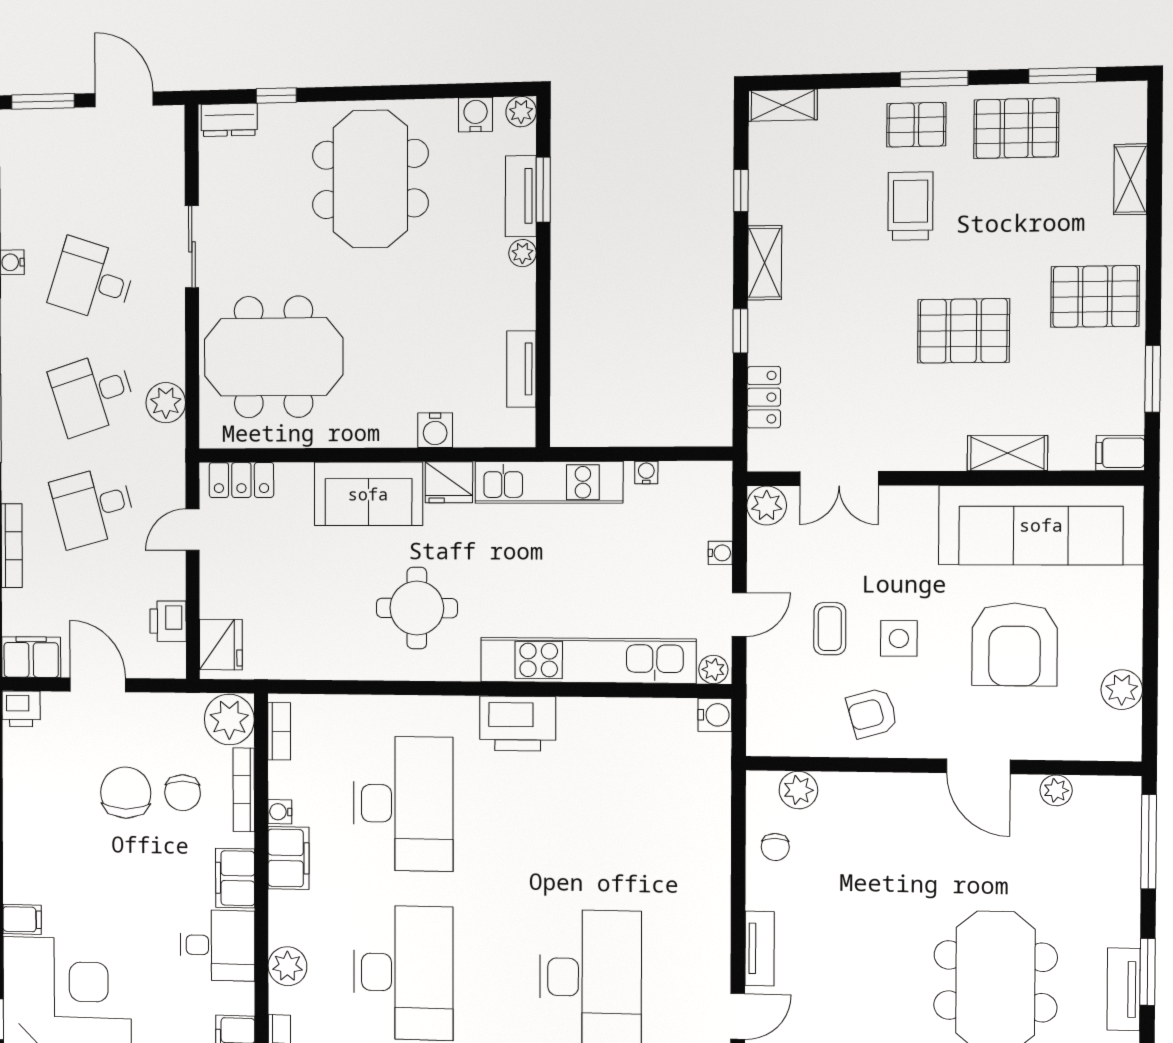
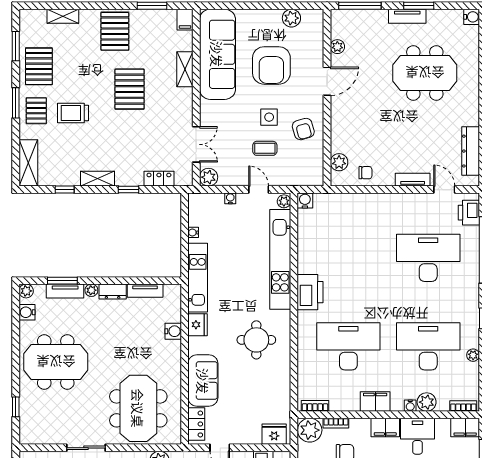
shelving: (783, 105) -> (28, 163), width x1.50, depth x1.33
dresser: (229, 120) -> (113, 291), moved, turned 90
sofa: (368, 494) -> (203, 381), moved
armchair: (1015, 644) -> (271, 65), turned 90
bookcase: (244, 790) -> (336, 423), width x0.64
water cooler: (280, 812) -> (410, 406), moved
tv unit: (1124, 989) -> (407, 16), moved

